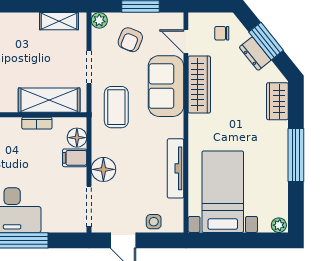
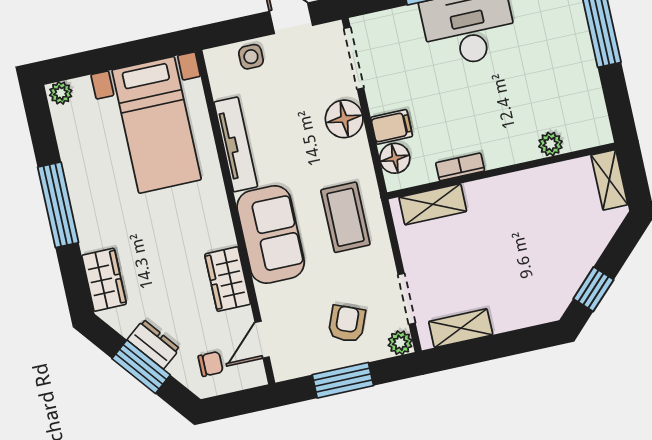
door: (186, 42) -> (262, 340), swing flipped
doorway: (89, 67) -> (407, 299), moved
wardrobe: (199, 84) -> (228, 279), width x0.67
sofa: (166, 86) -> (271, 235), moved
shelving: (49, 100) -> (433, 204), width x0.67, depth x0.75

